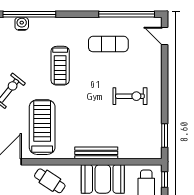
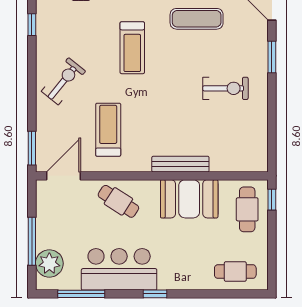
treadmill: (42, 127) -> (108, 130), width x0.73, depth x0.73
window: (165, 135) -> (272, 57), moved

